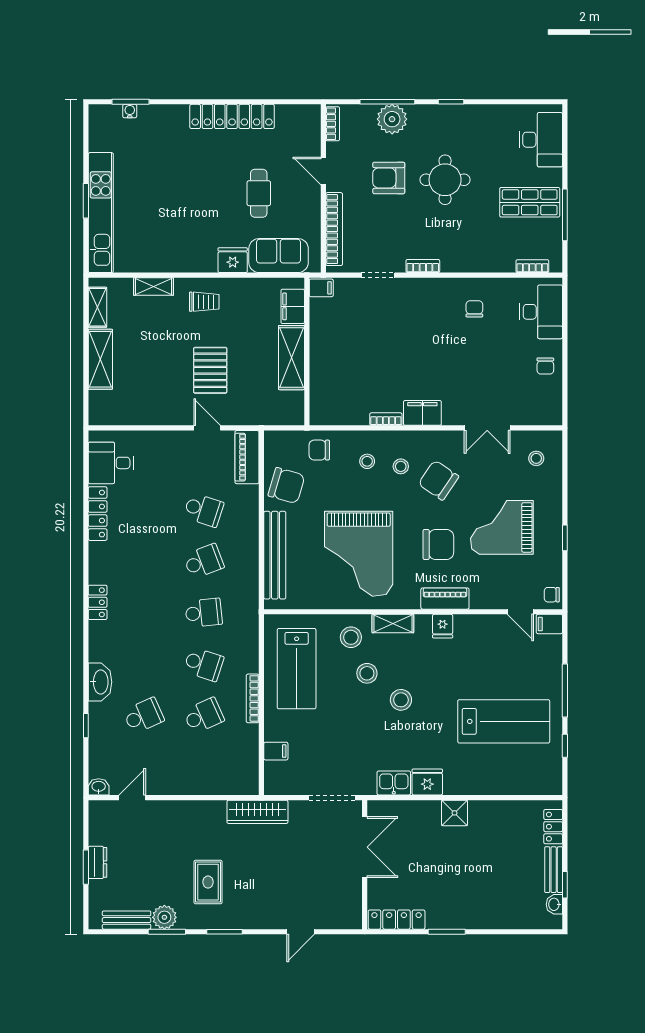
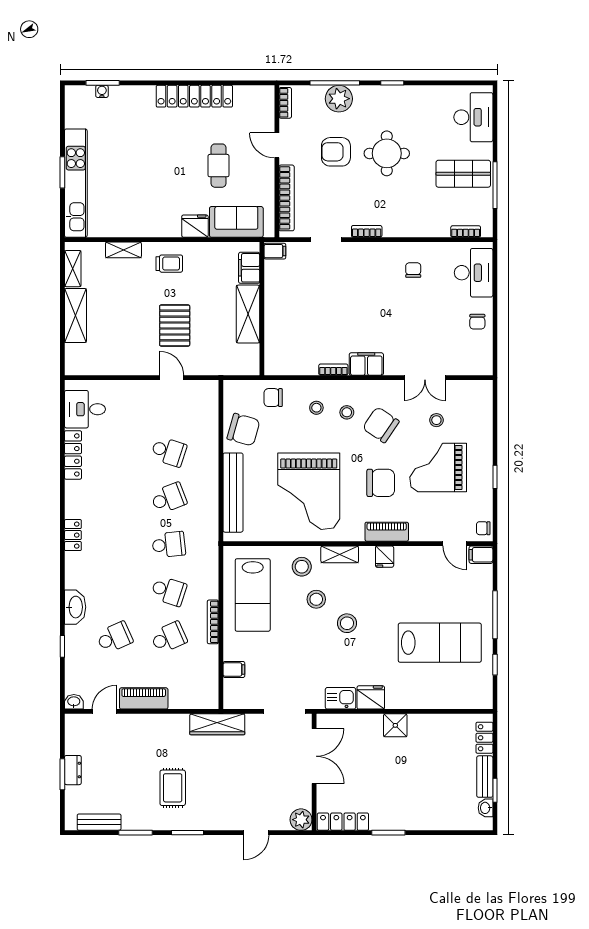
piano: (247, 457) -> (144, 698), moved, turned 90
stool: (536, 458) -> (436, 420), moved
plant: (164, 917) -> (301, 820), moved

